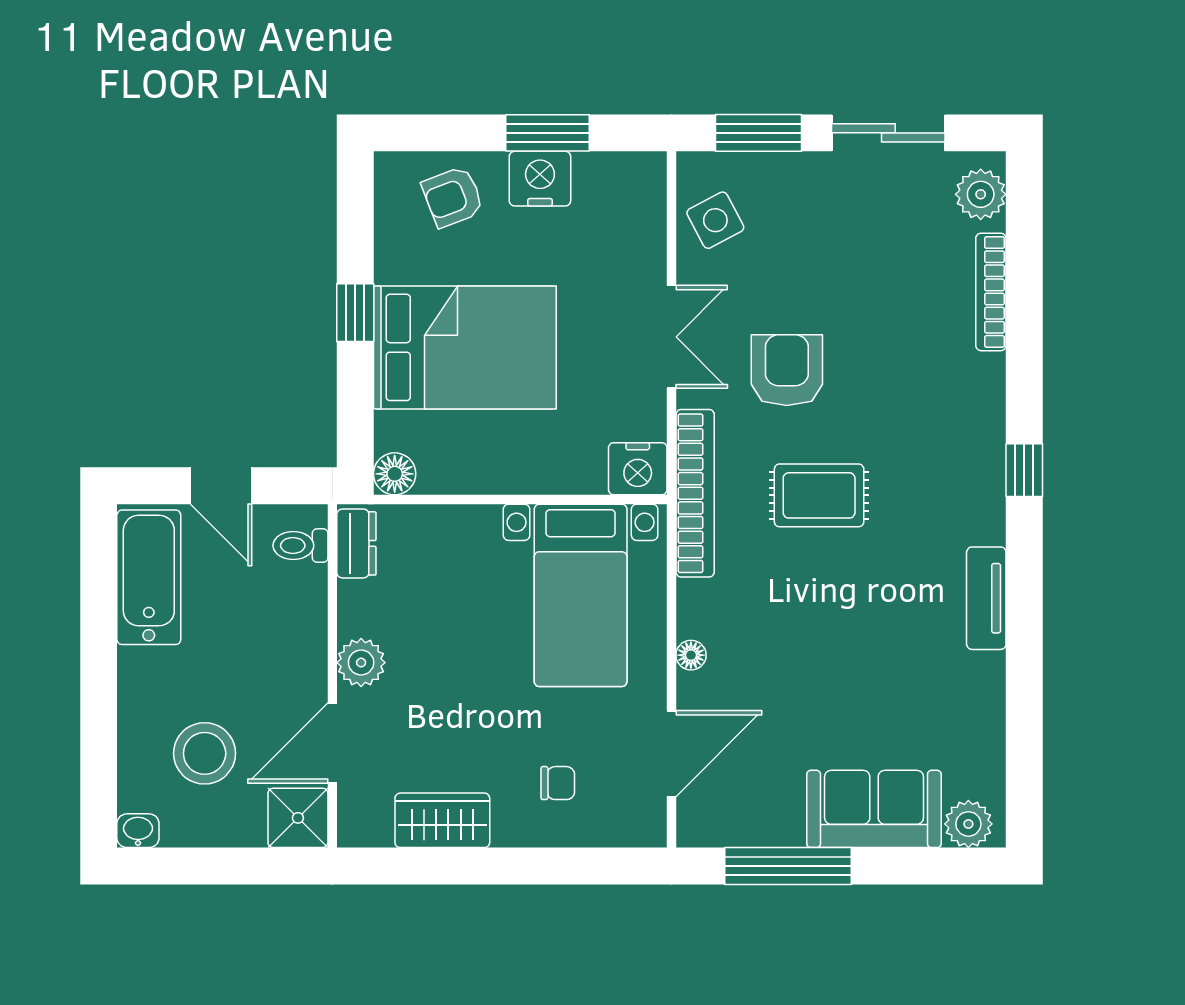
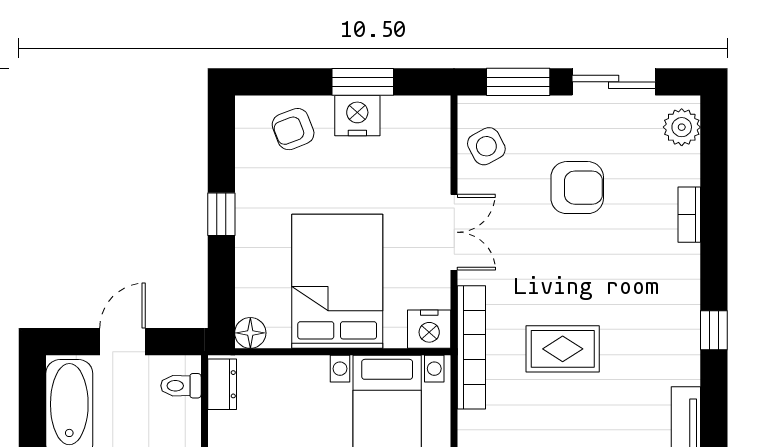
bookcase: (991, 292) -> (689, 215), width x0.64
bed: (465, 347) -> (337, 281), moved, turned -90
armchair: (787, 370) -> (577, 188), moved, turned 90
door: (221, 486) -> (123, 342), swing flipped

